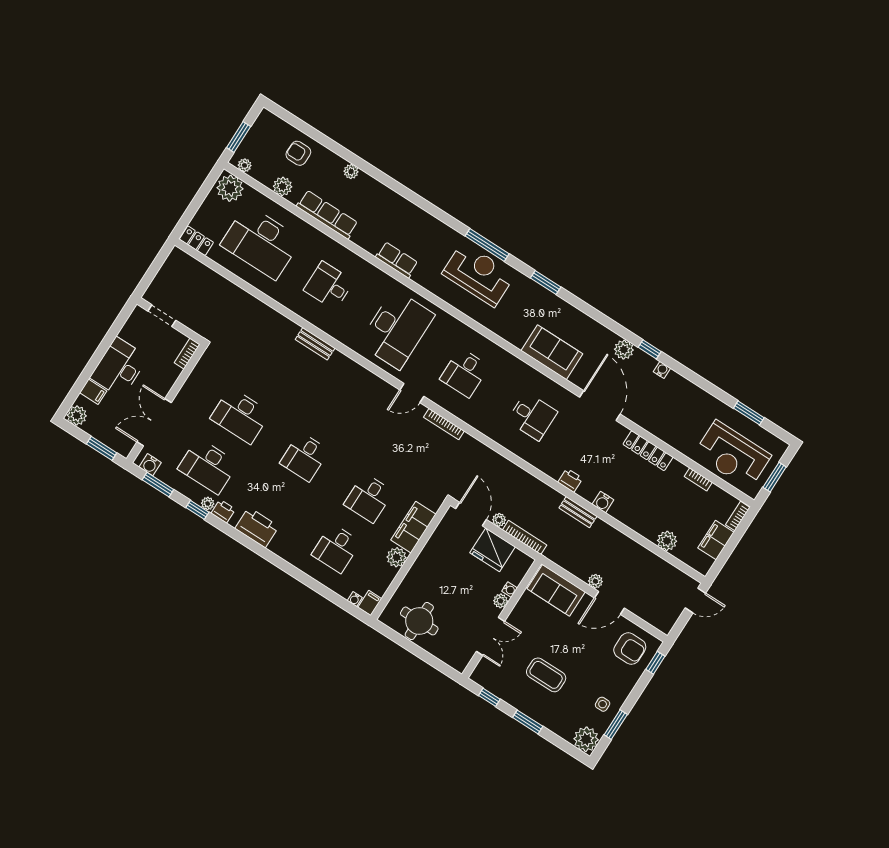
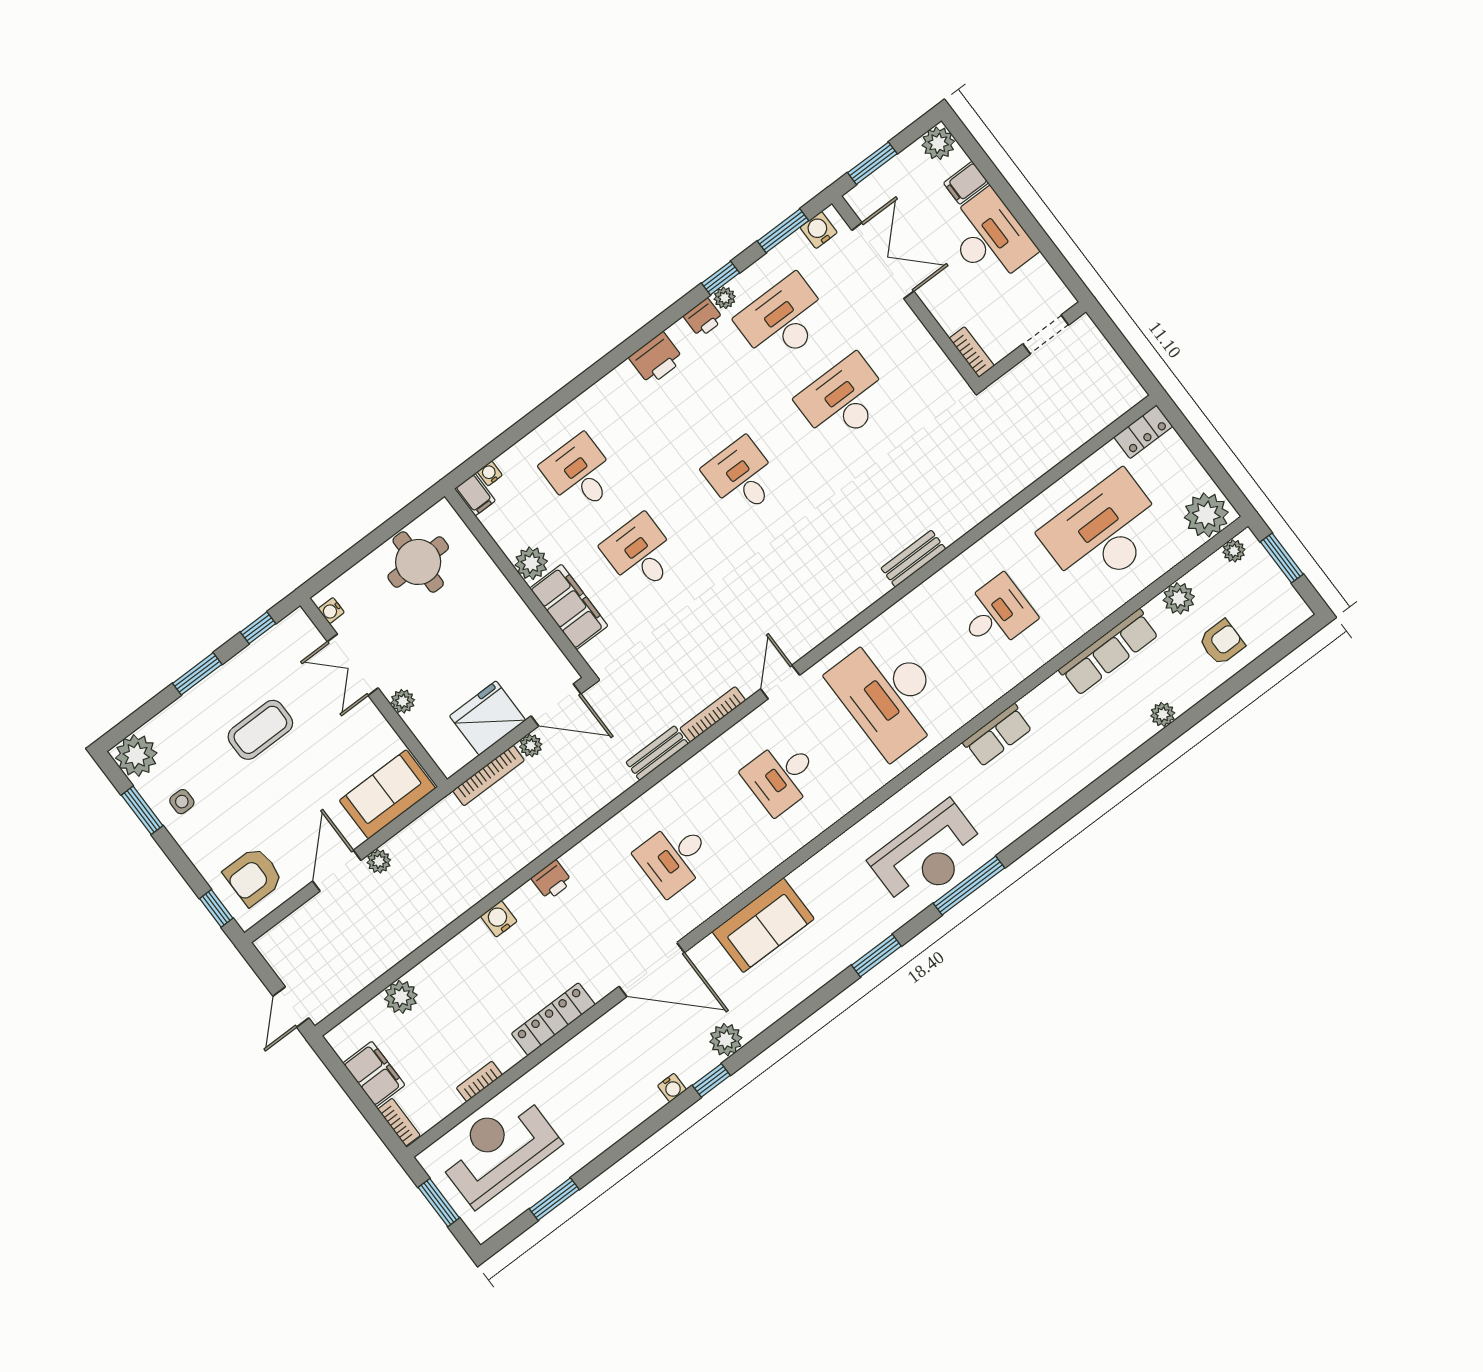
desk: (464, 373) -> (782, 776), turned -90
bench: (578, 512) -> (657, 753), moved
printer: (257, 528) -> (656, 359), width x0.73, depth x0.84
water cooler: (510, 590) -> (331, 611), moved

